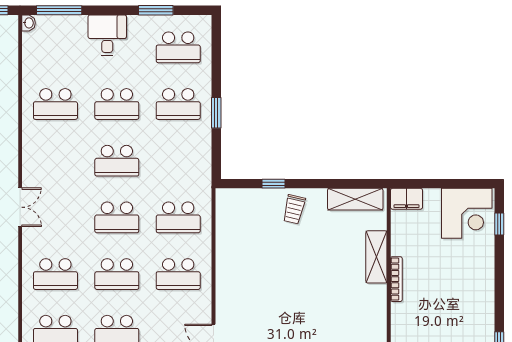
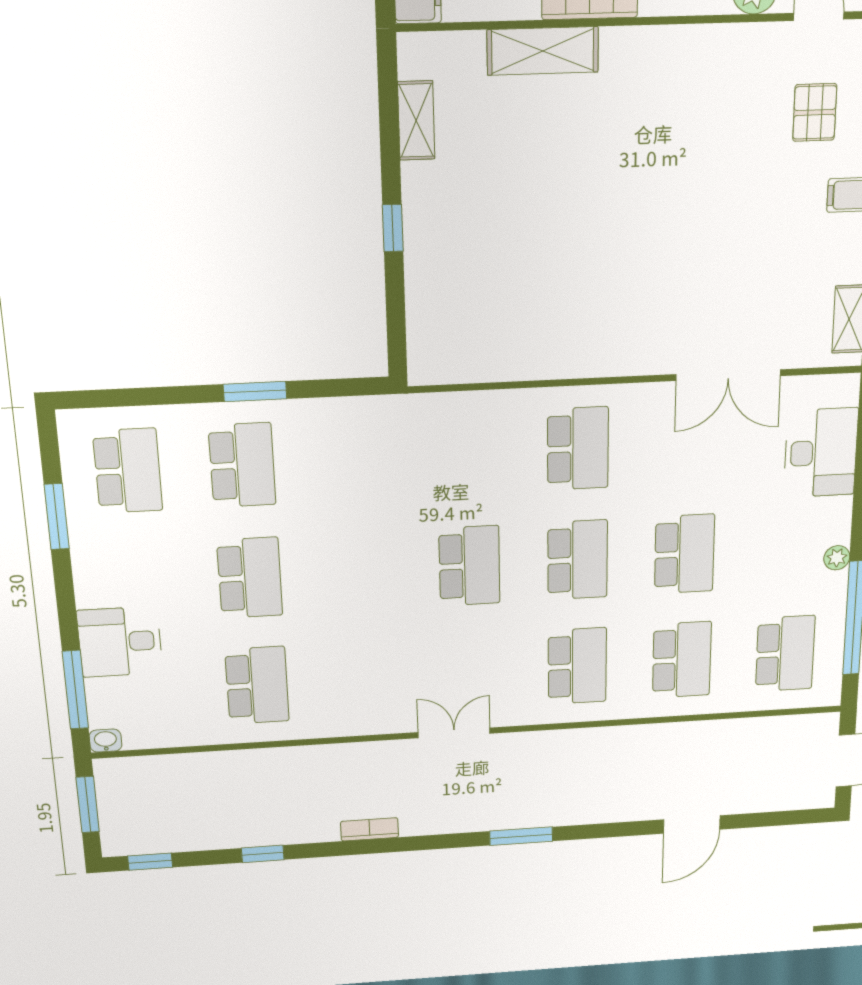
desk: (107, 35) -> (120, 642), moved
school desk: (117, 161) -> (360, 572), removed
window: (273, 184) -> (393, 228), moved
shelving: (355, 199) -> (416, 121), width x0.67, depth x0.75
trolley: (294, 209) -> (446, 228), removed
school desk: (178, 217) -> (467, 454), removed

